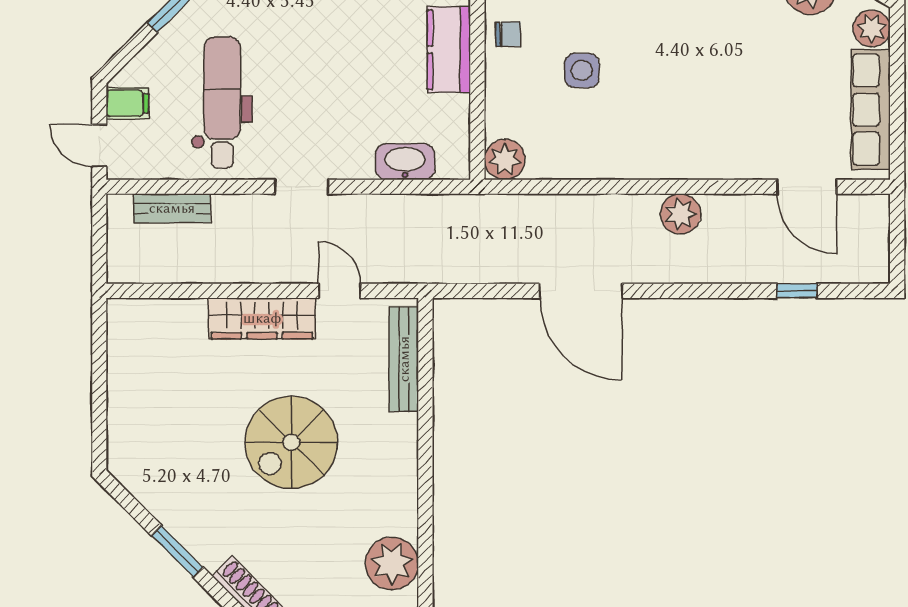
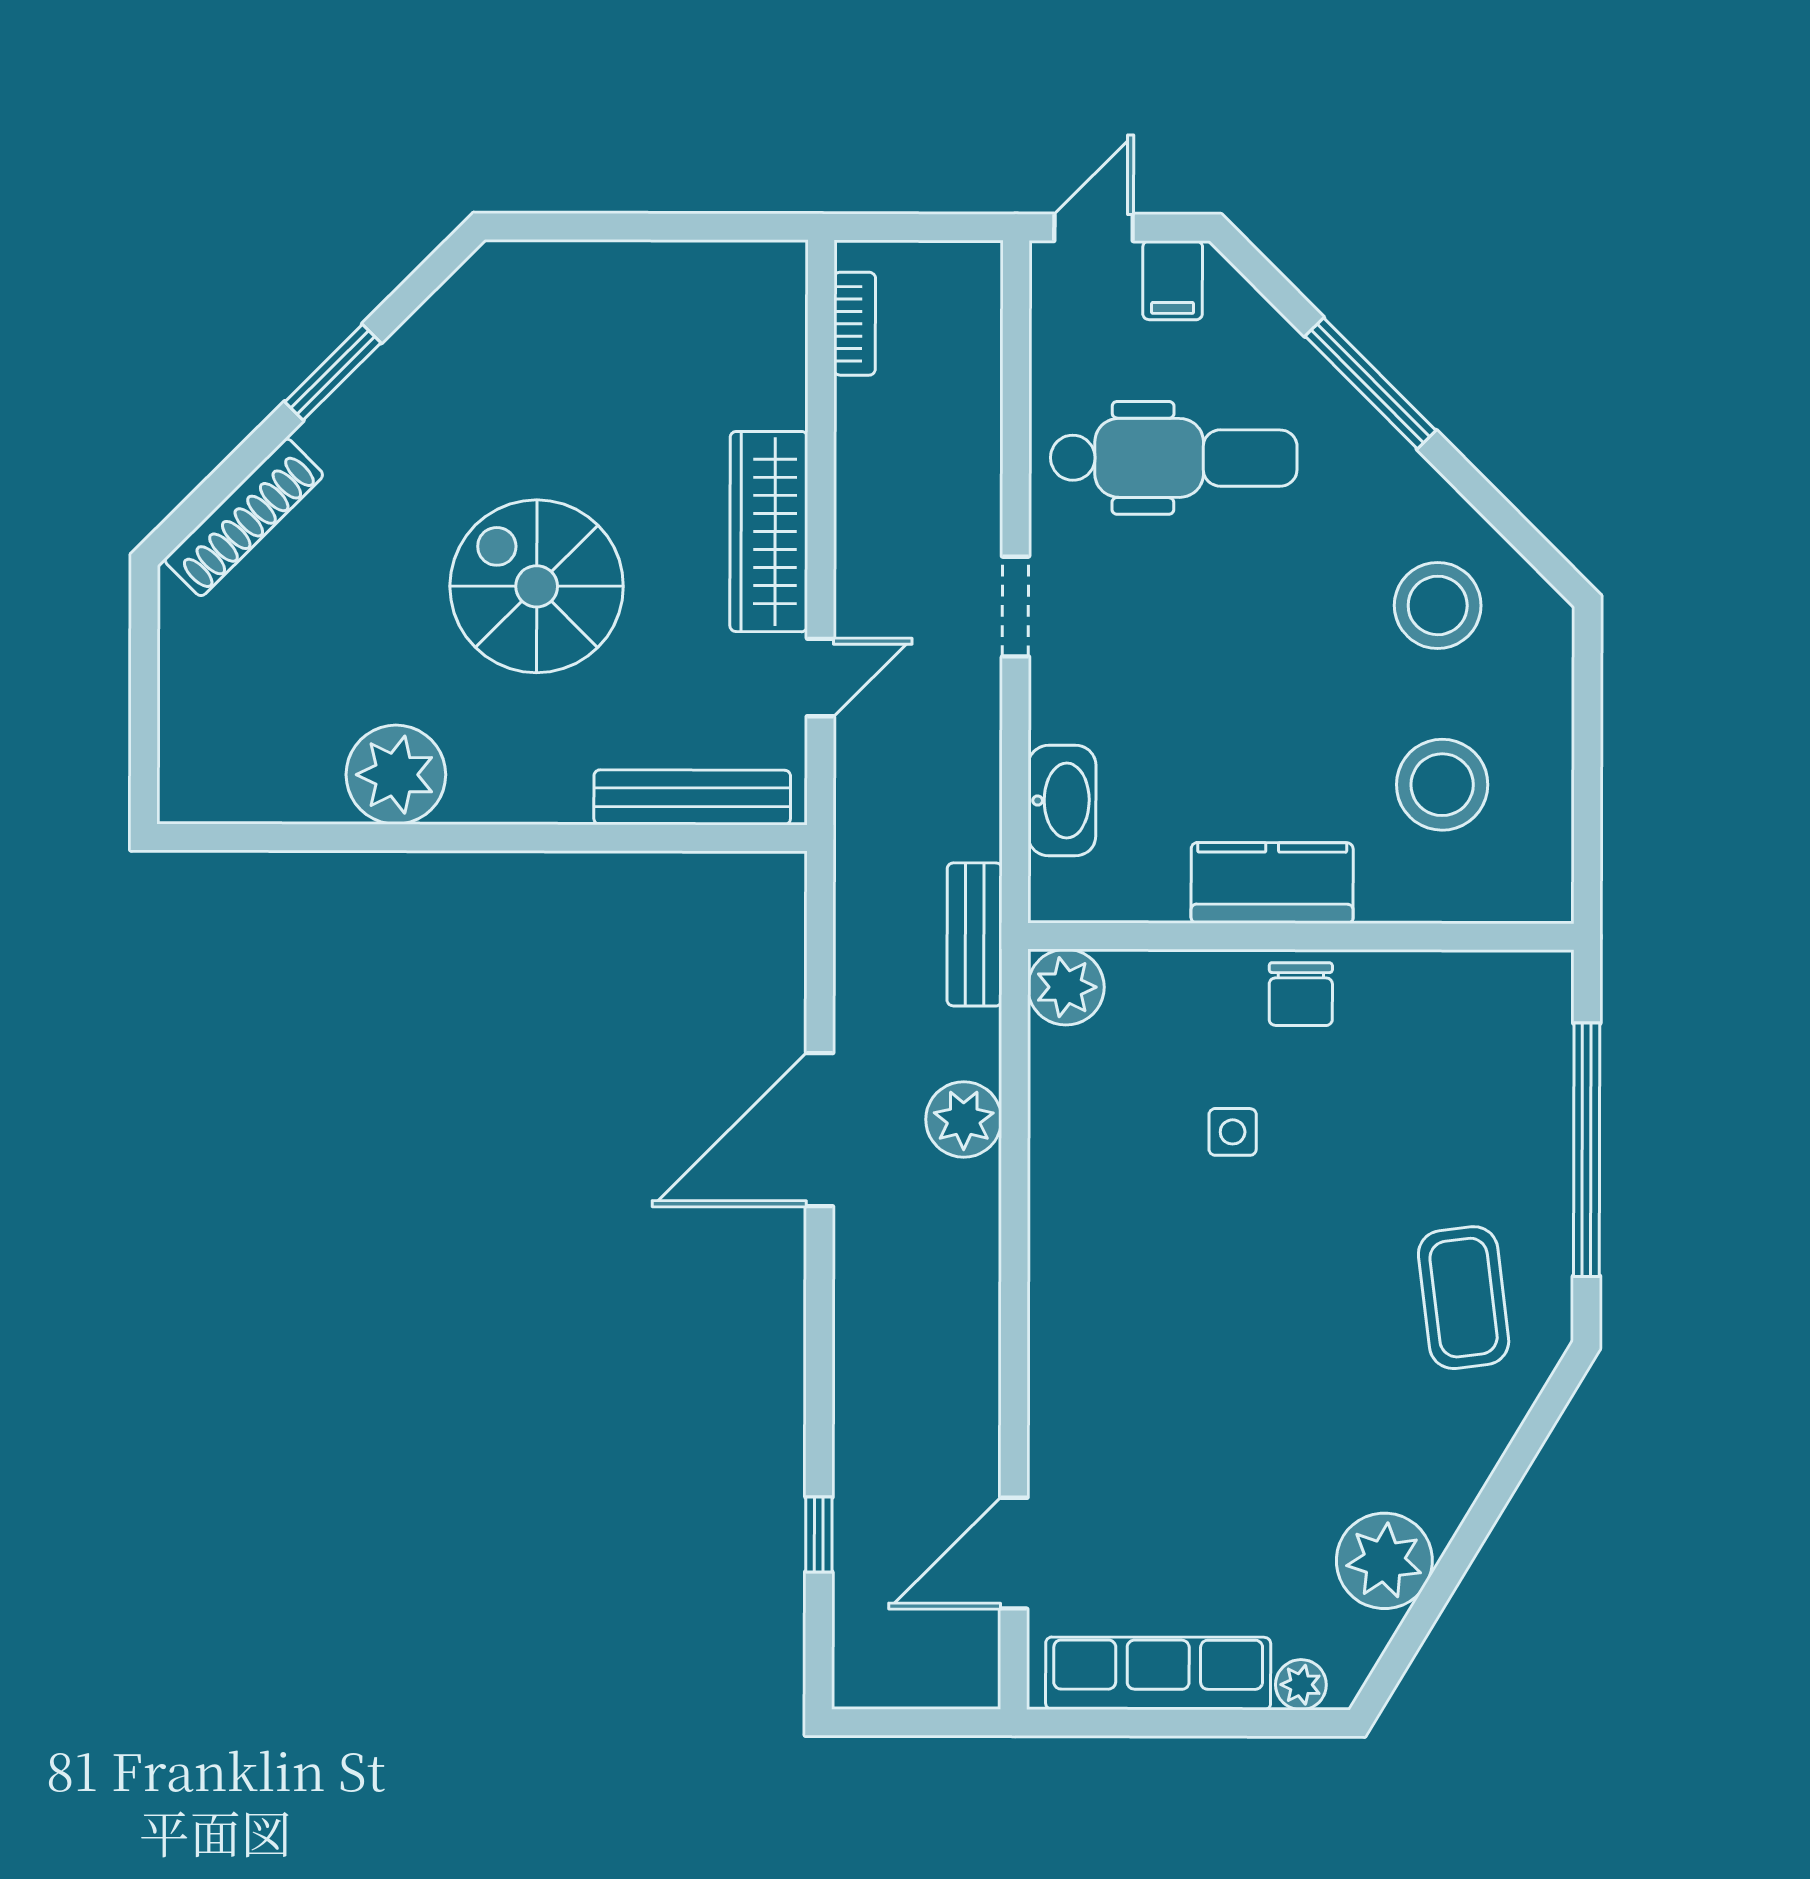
plant: (872, 28) -> (1301, 1685), width x0.73, depth x0.73
chair: (508, 34) -> (1301, 994), width x1.37, depth x1.37
side table: (582, 70) -> (1233, 1132), width x0.73, depth x0.73
bench: (172, 208) -> (975, 934), moved
plant: (680, 214) -> (964, 1119), moved
bookcase: (151, 273) -> (855, 324), added
plant: (392, 563) -> (396, 775), moved

